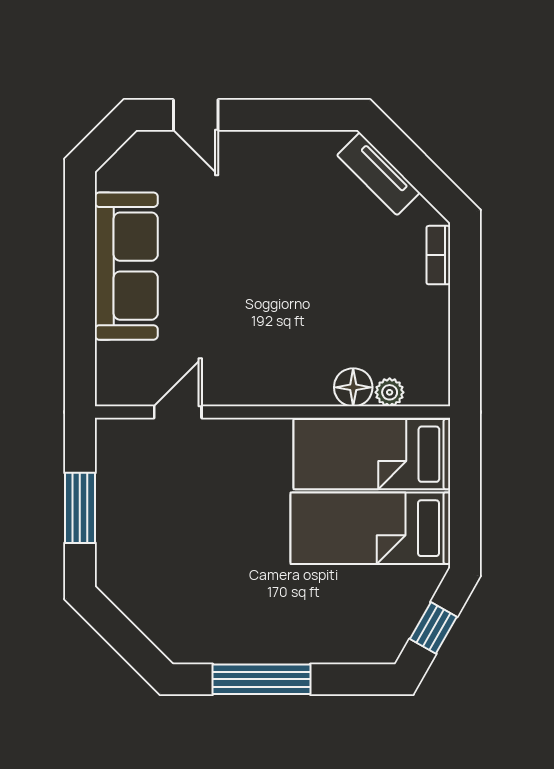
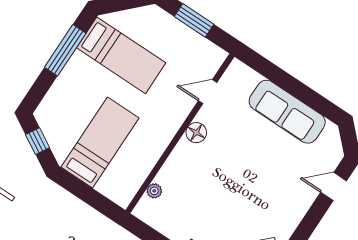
floor lamp: (353, 387) -> (196, 133), moved
door: (178, 412) -> (208, 92), swing flipped
bed: (372, 454) -> (121, 55), moved, turned 90

